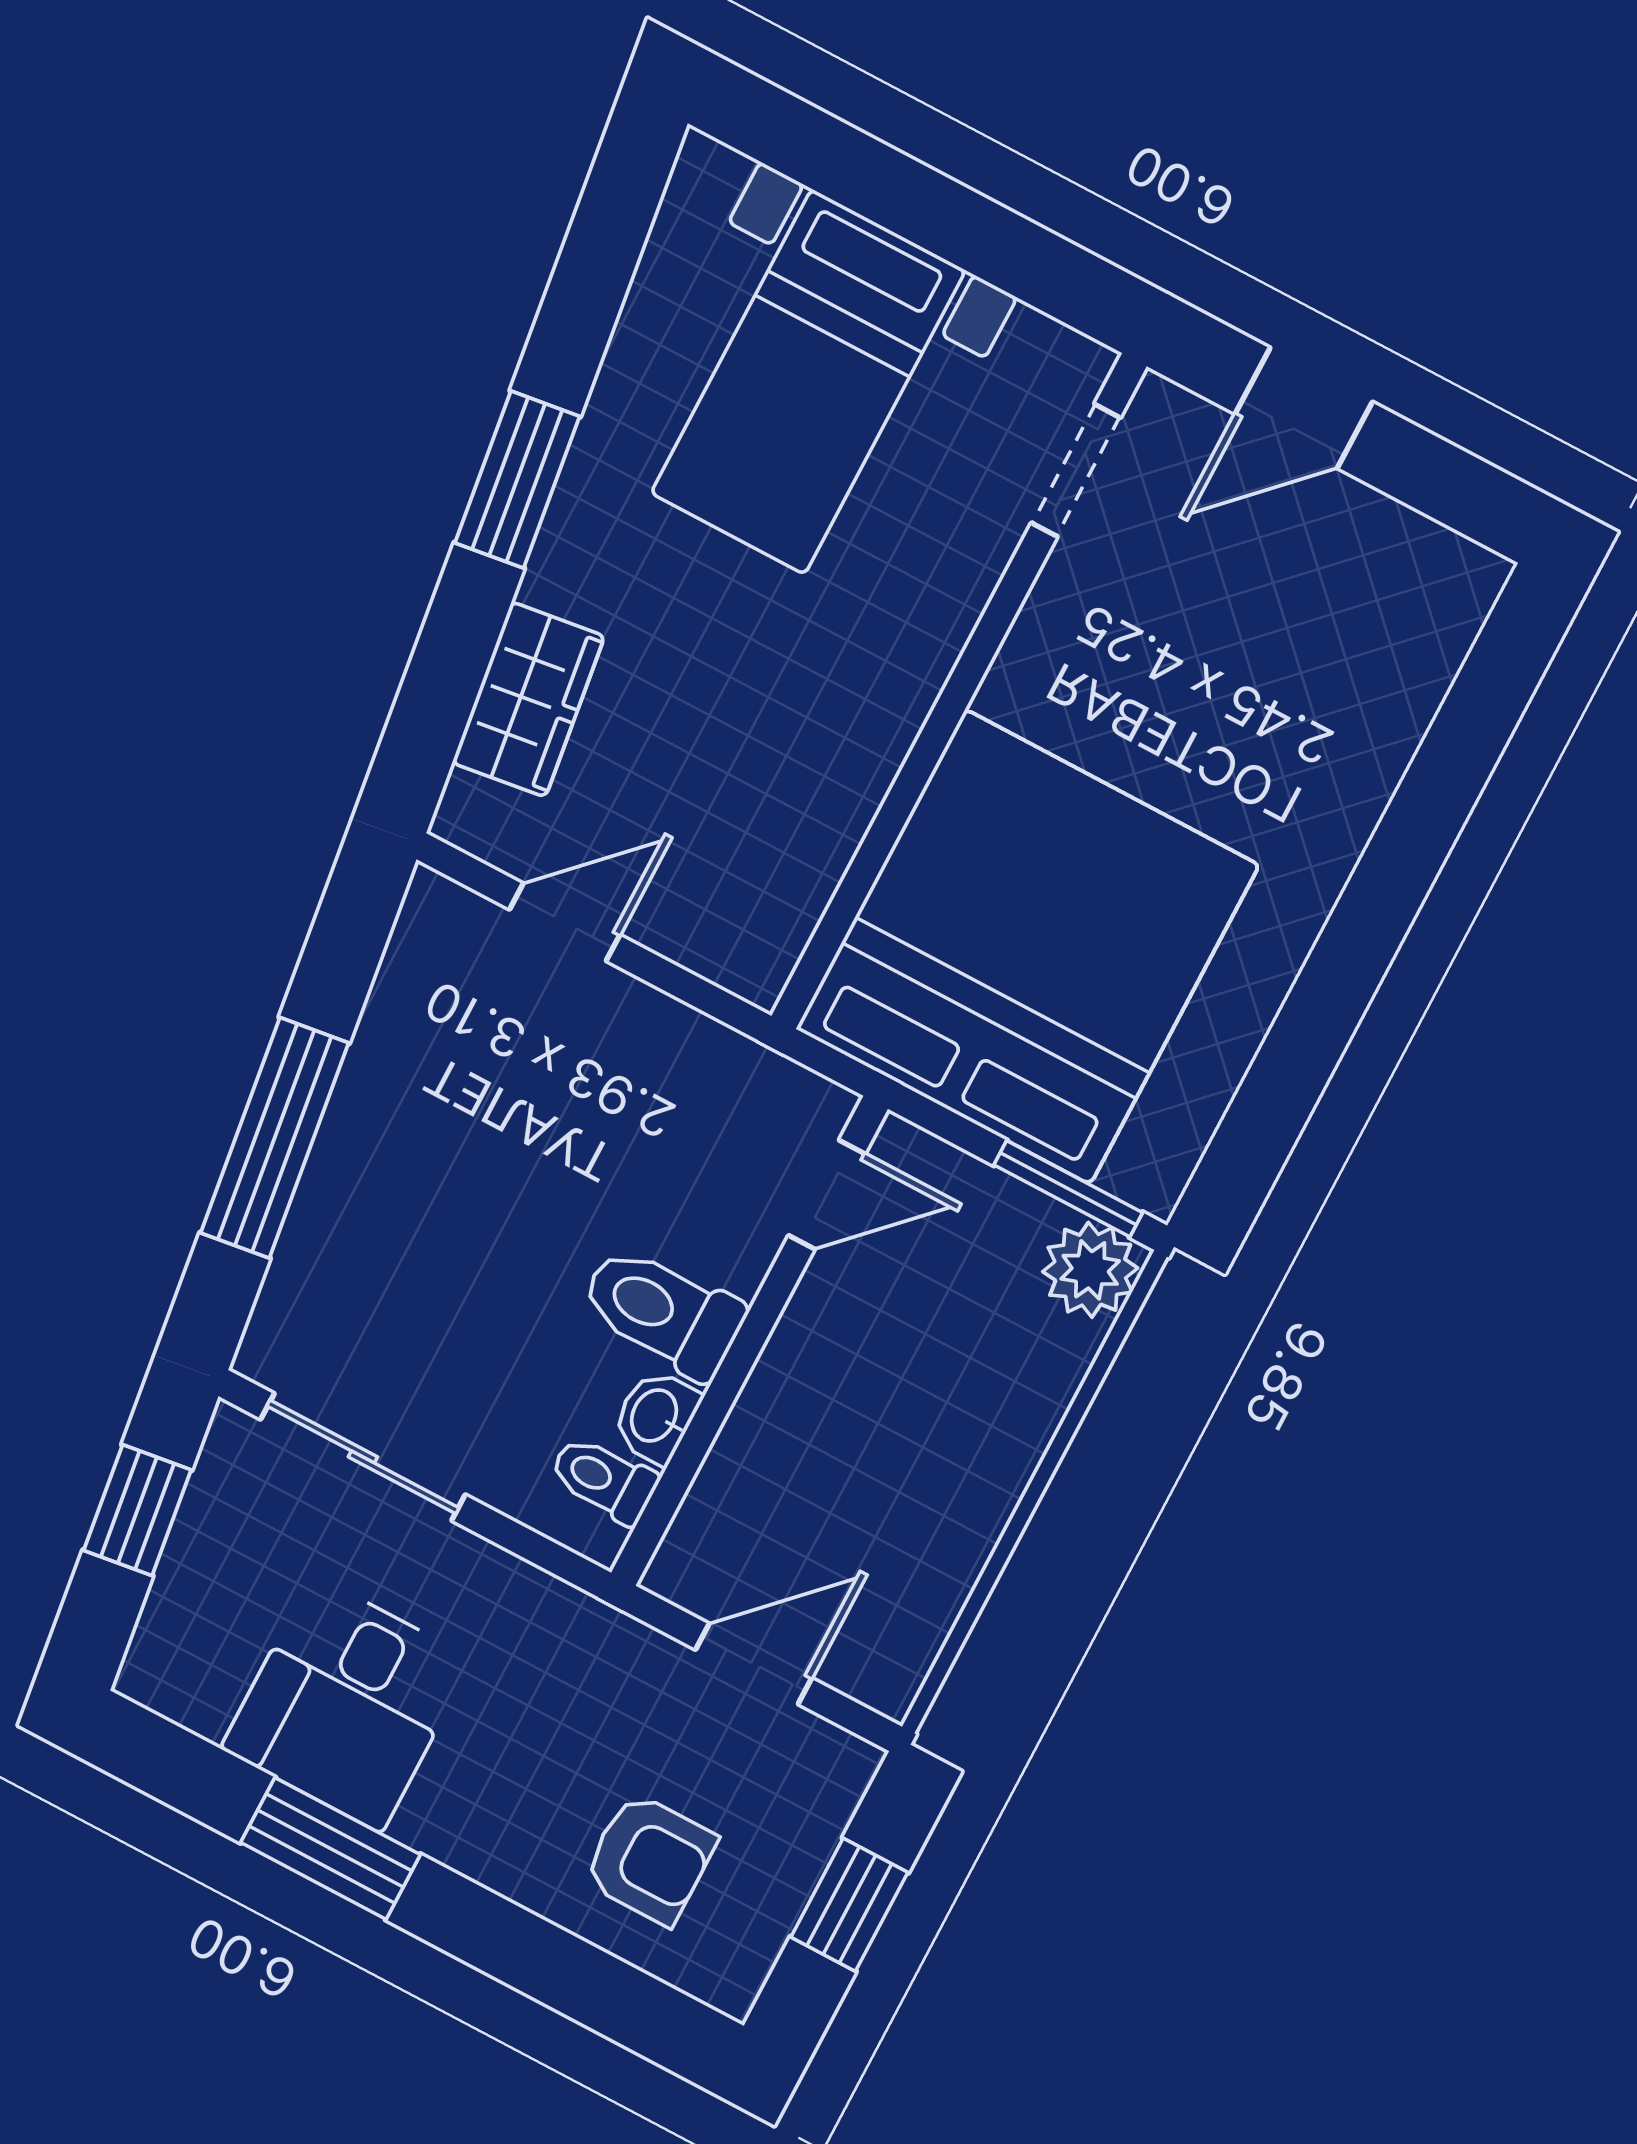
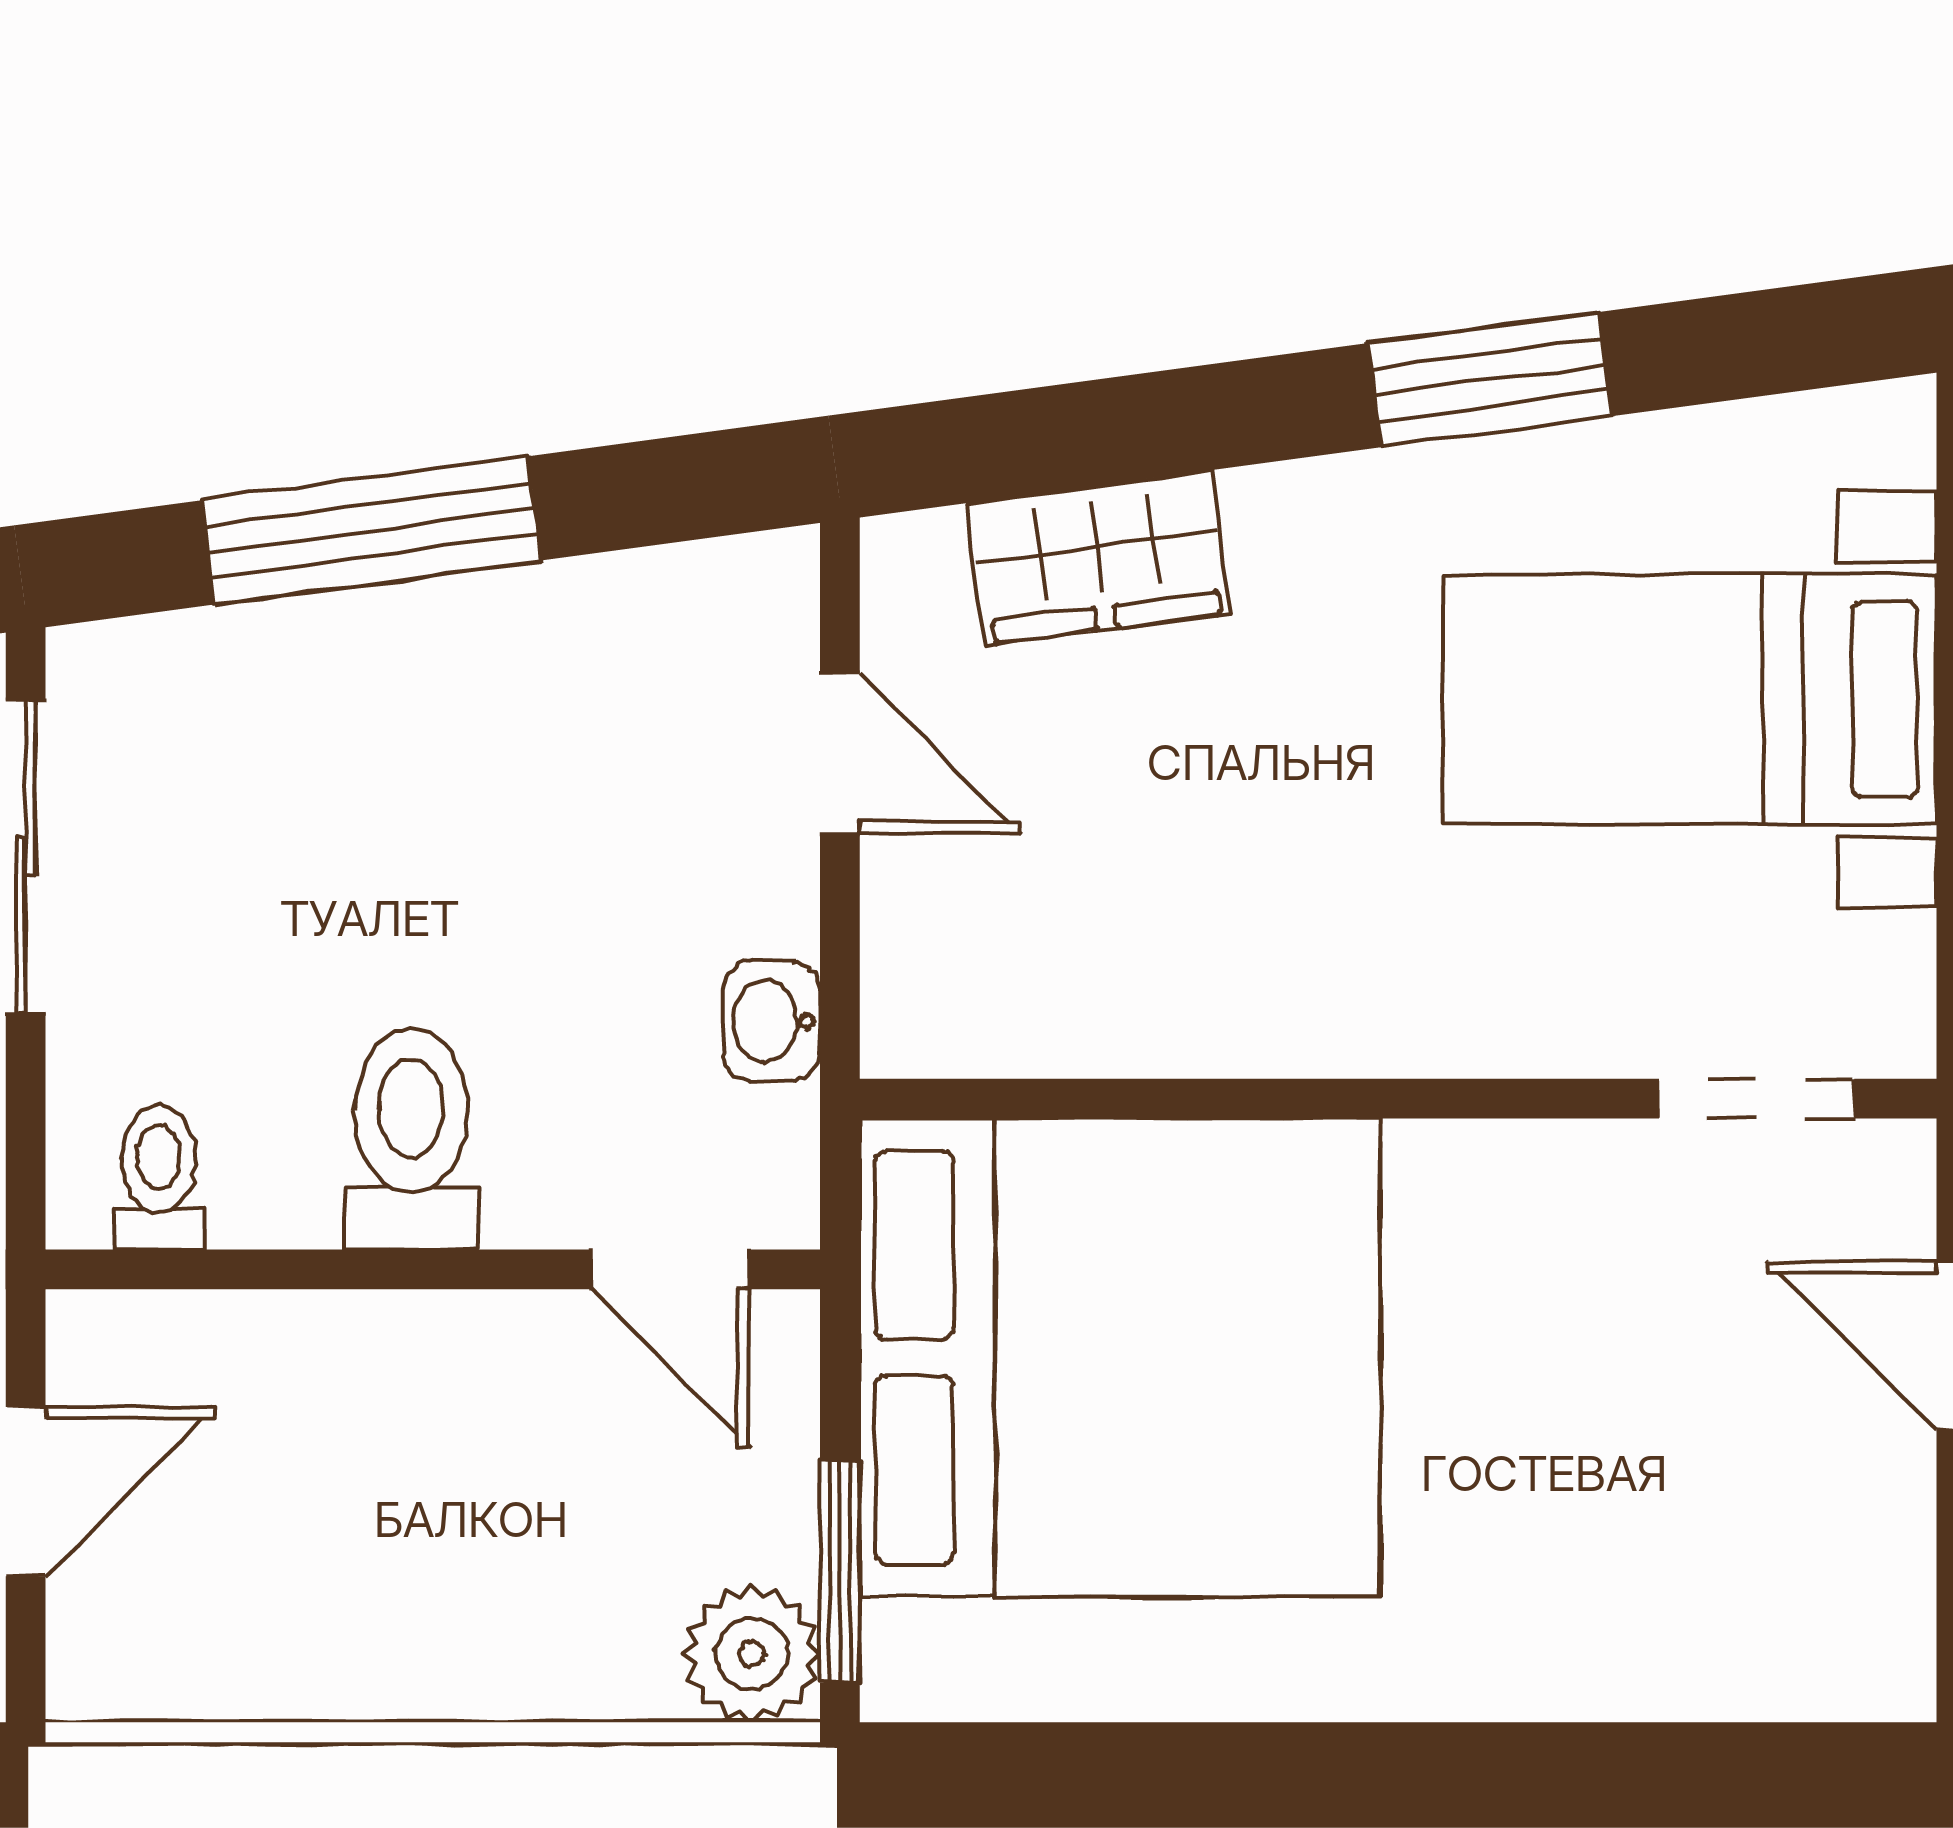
window: (517, 480) -> (1490, 380), moved
washbasin: (656, 1416) -> (772, 1021), moved, turned -90
door: (754, 1664) -> (26, 1492), hinge flipped

